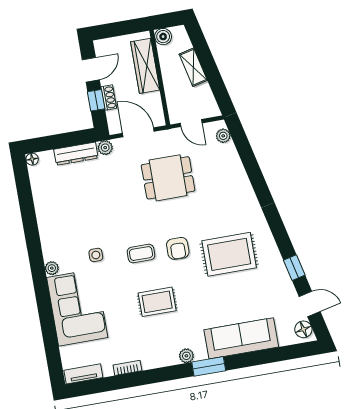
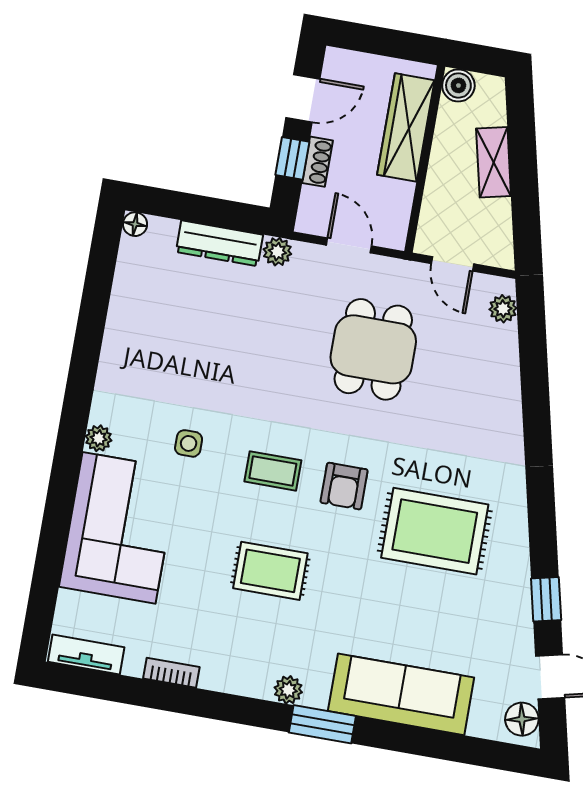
door: (138, 132) -> (349, 245), width x0.73
dining table: (168, 178) -> (373, 349), turned 90

